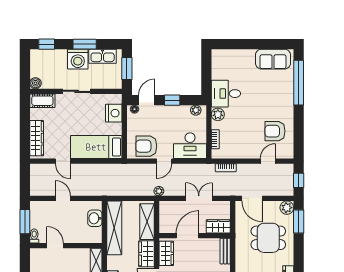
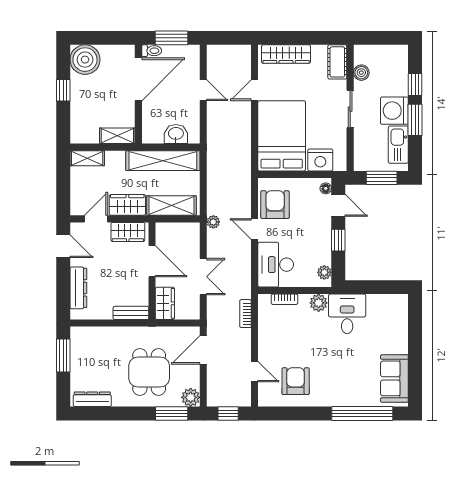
window: (47, 44) -> (415, 84), moved
boiler: (35, 83) -> (361, 73), moved
bed: (96, 147) -> (282, 136), width x1.50
door: (63, 198) -> (203, 90), hinge flipped
door: (55, 246) -> (138, 79), width x1.87

